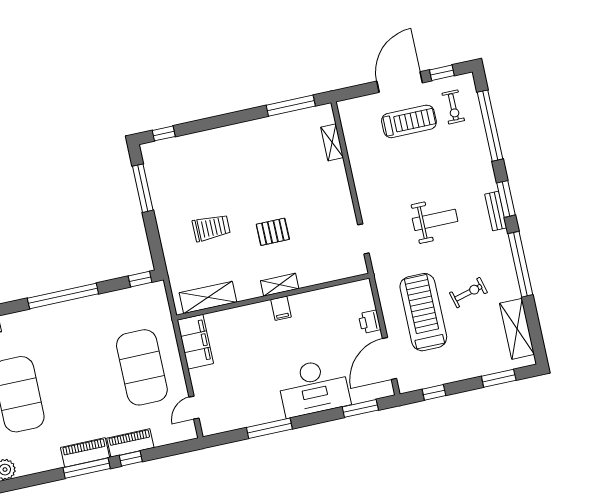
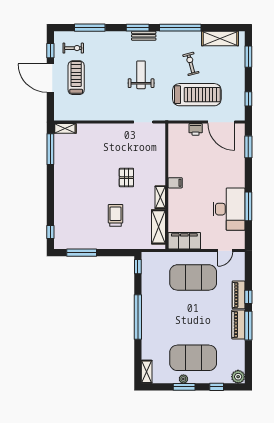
window: (490, 126) -> (90, 28), width x0.68
shelving: (332, 142) -> (65, 128), moved
shelving: (280, 285) -> (160, 197), moved
treadmill: (423, 312) -> (197, 95), turned 180
desk: (314, 387) -> (229, 209), moved
door: (194, 408) -> (225, 251), hinge flipped

